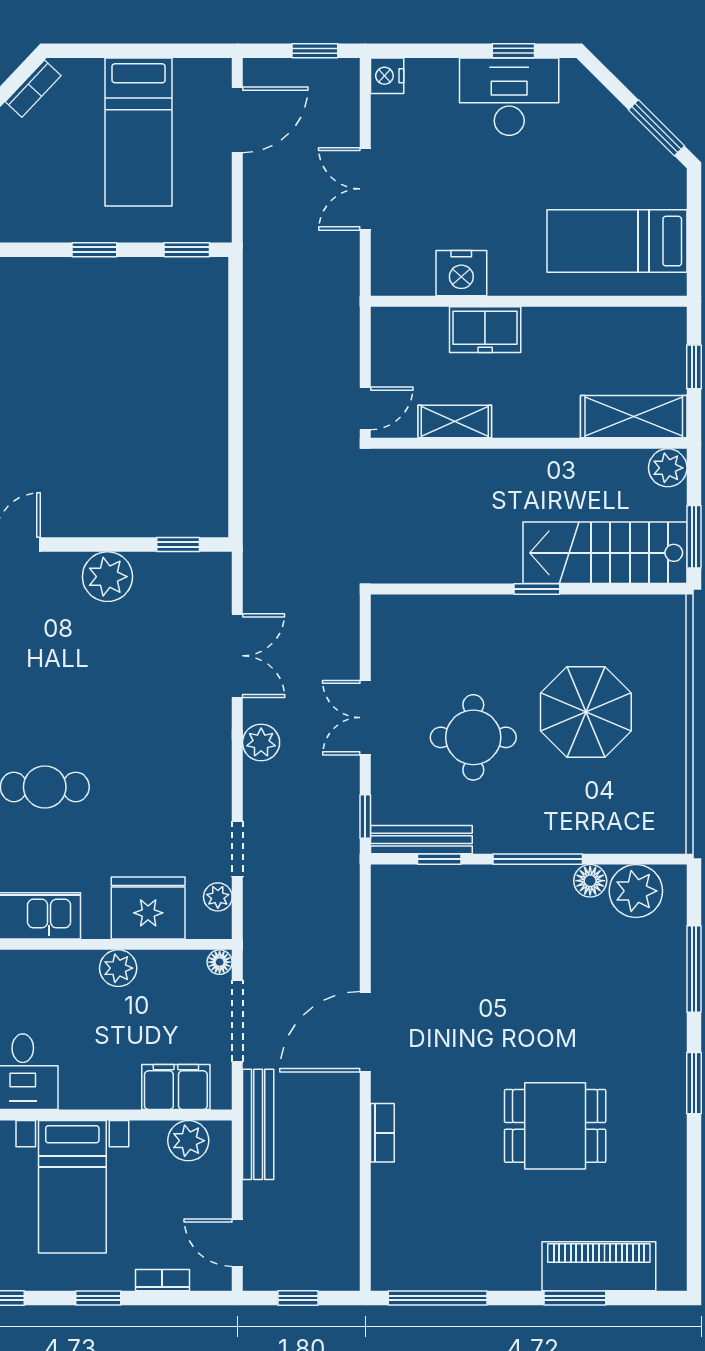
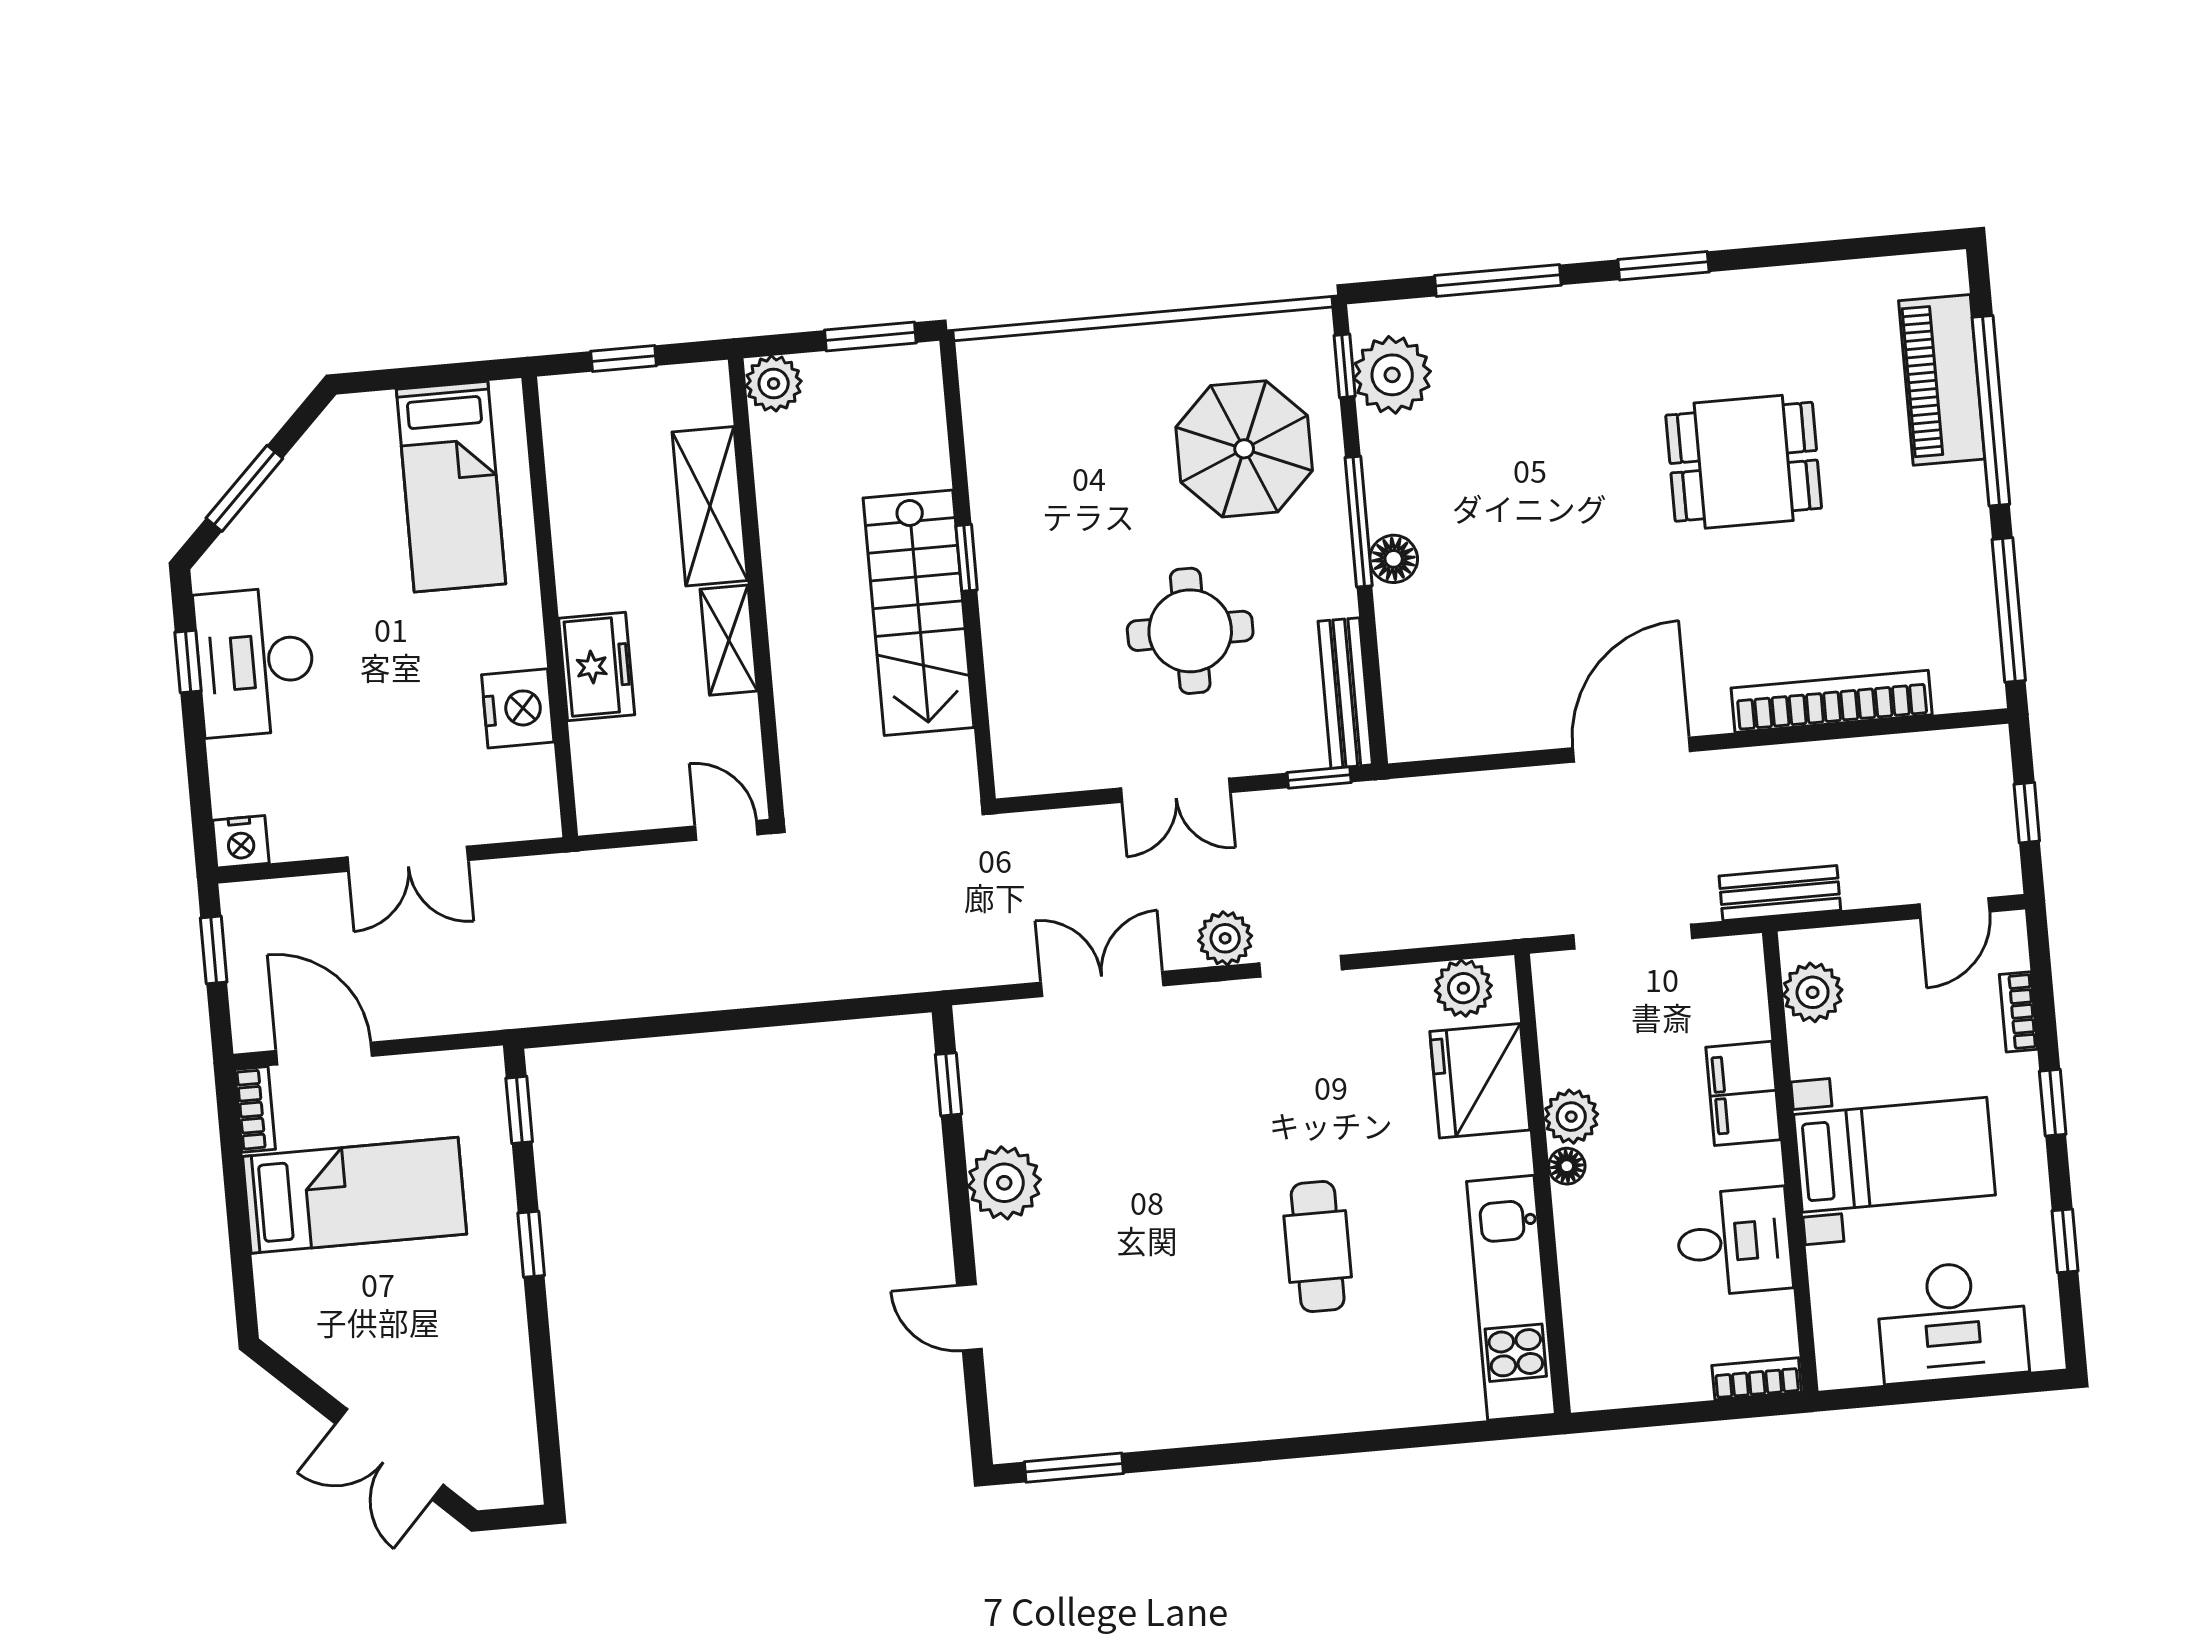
bookcase: (33, 89) -> (255, 1109), moved, turned 47
window: (656, 128) -> (244, 488), moved
shelving: (634, 417) -> (710, 506), moved
shelving: (455, 422) -> (729, 640), moved
stairs: (605, 553) -> (918, 613), moved
parasol: (586, 712) -> (1244, 449), moved
doorway: (237, 849) -> (1301, 966), moved
window: (439, 859) -> (1345, 366), moved
floor lamp: (590, 881) -> (1394, 559), moved
plant: (218, 897) -> (1463, 988), width x1.38, depth x1.38
floor lamp: (220, 962) -> (1567, 1166), moved
door: (365, 1032) -> (1631, 750), swing flipped
filing cabinet: (176, 1087) -> (1743, 1093), moved
bench: (258, 1124) -> (1780, 893), width x0.73
dining table: (555, 1126) -> (1744, 462), turned 90
bookcase: (382, 1133) -> (1832, 701), width x2.31, depth x1.31
window: (575, 1298) -> (1991, 411), width x2.11

